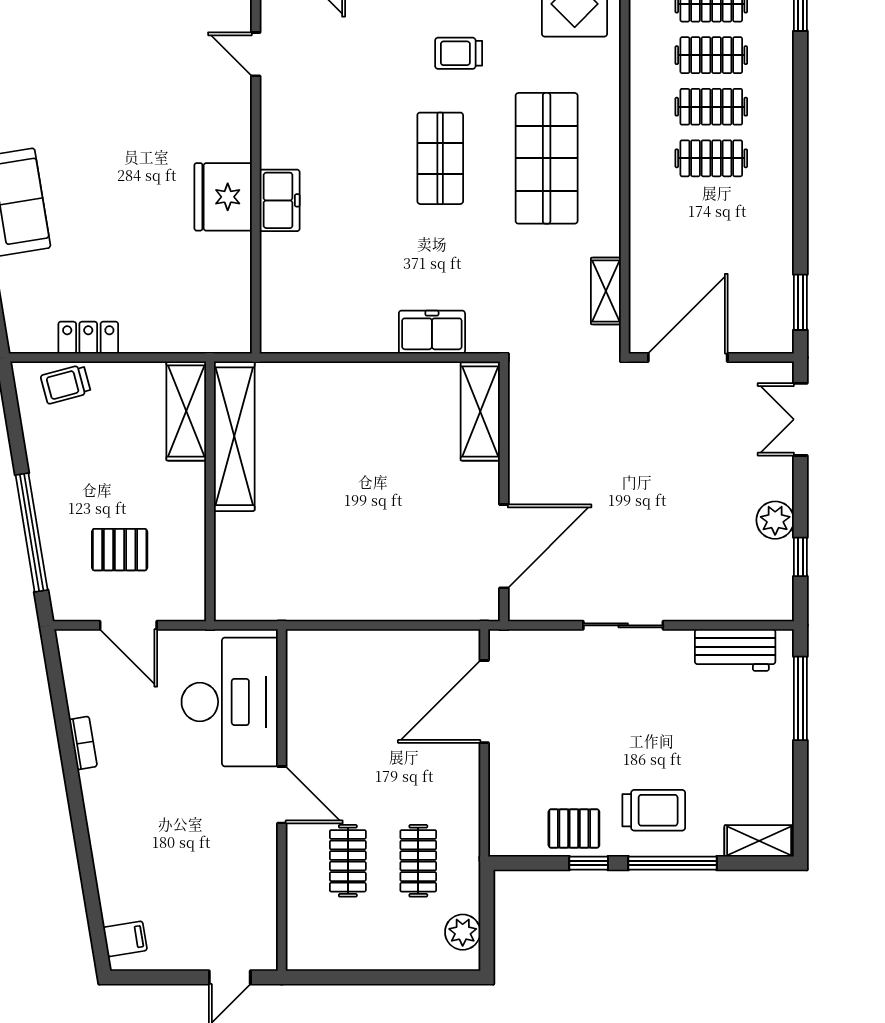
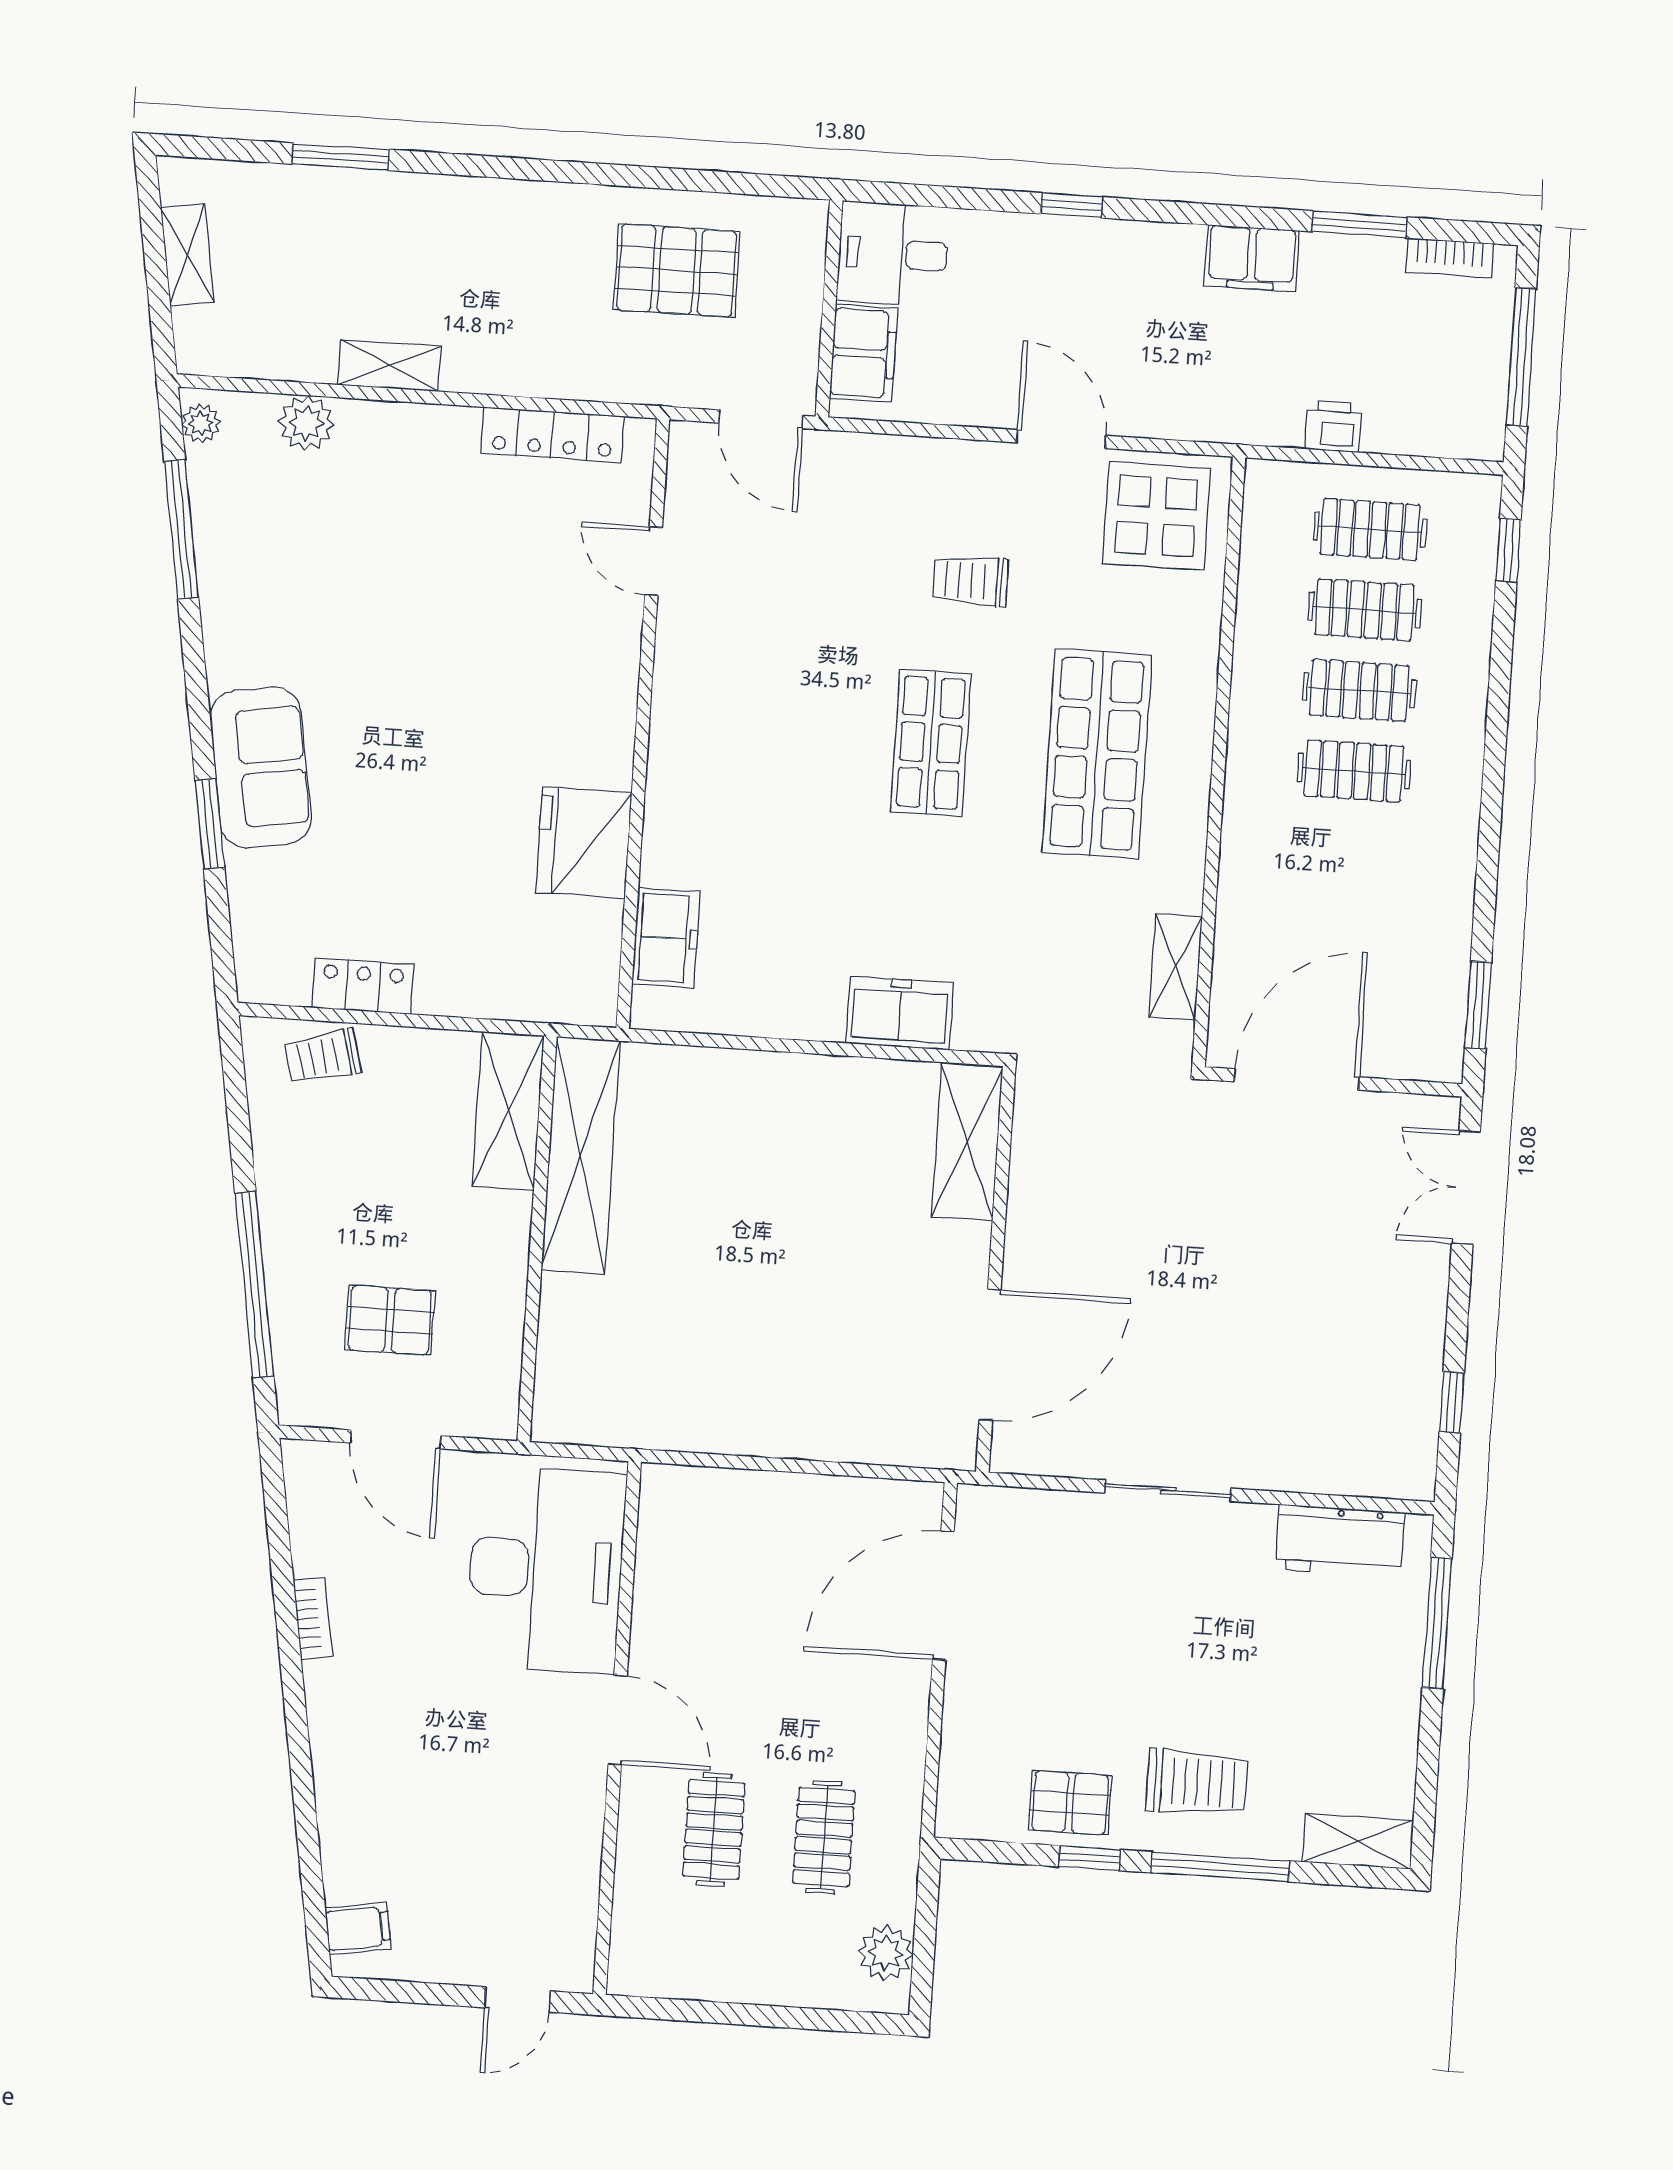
fridge: (223, 197) -> (584, 843), moved
freezer: (280, 200) -> (666, 938), moved
plant: (775, 520) -> (1416, 1342), removed

